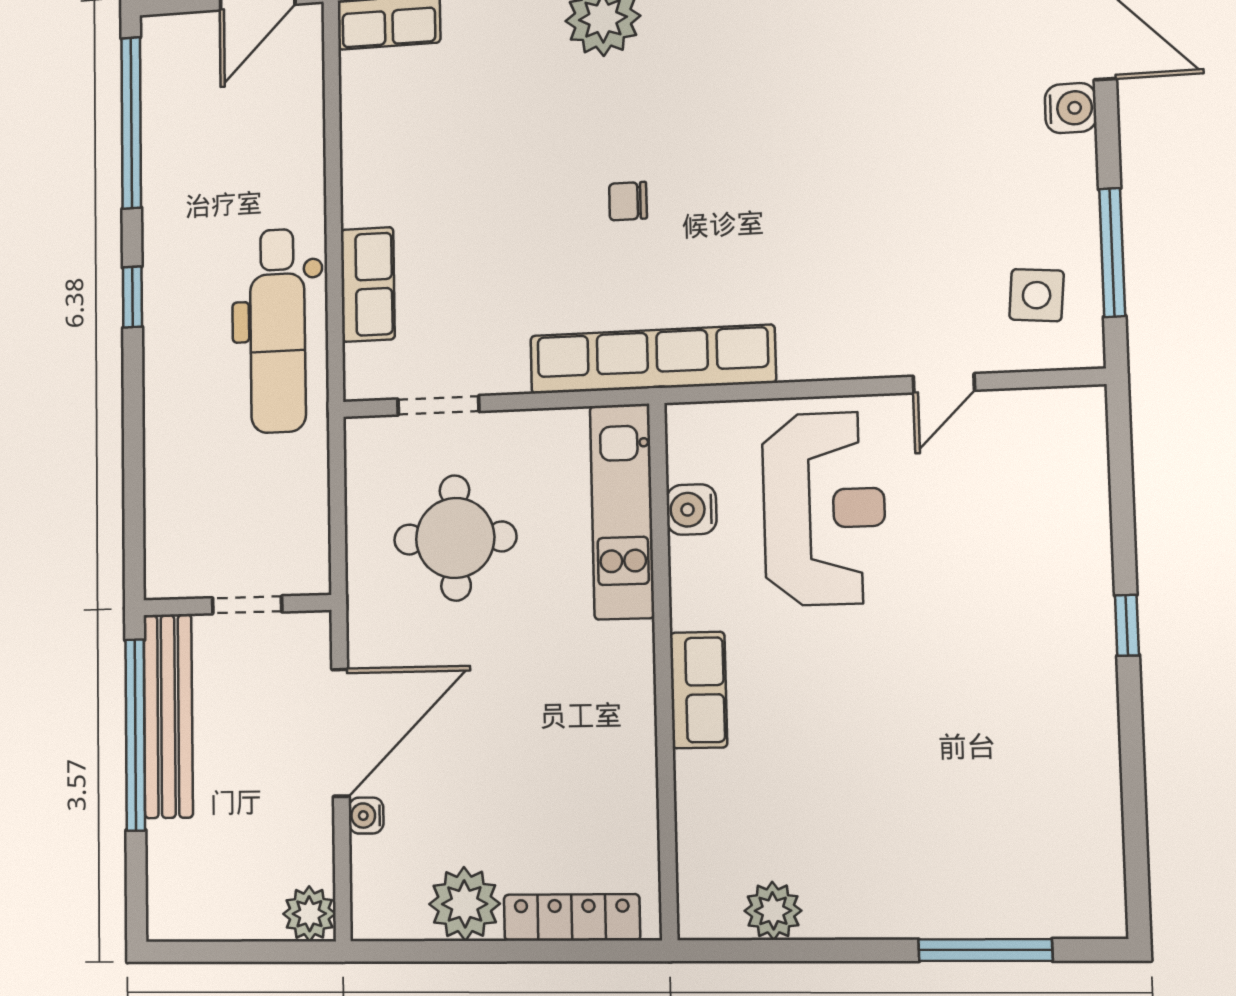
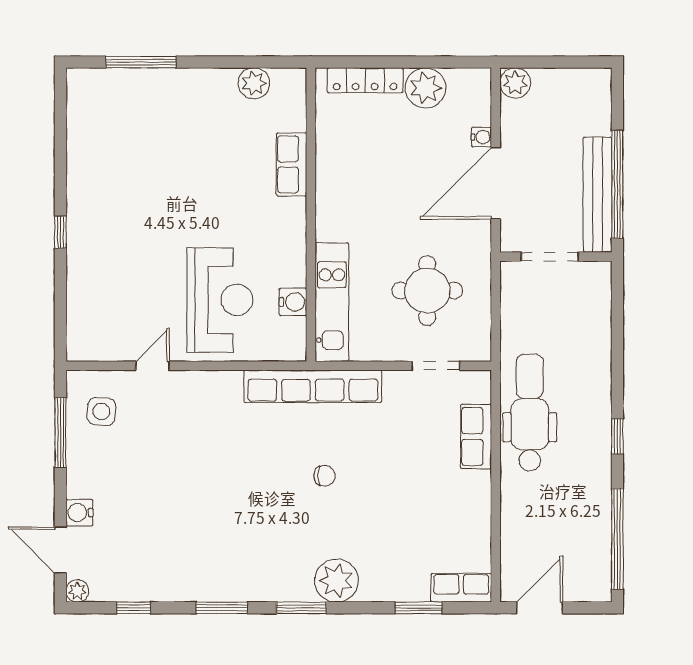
reception desk: (824, 509) -> (220, 300), turned 180
doorway: (247, 605) -> (550, 257), width x1.38
row of seats: (698, 690) -> (292, 164), moved

